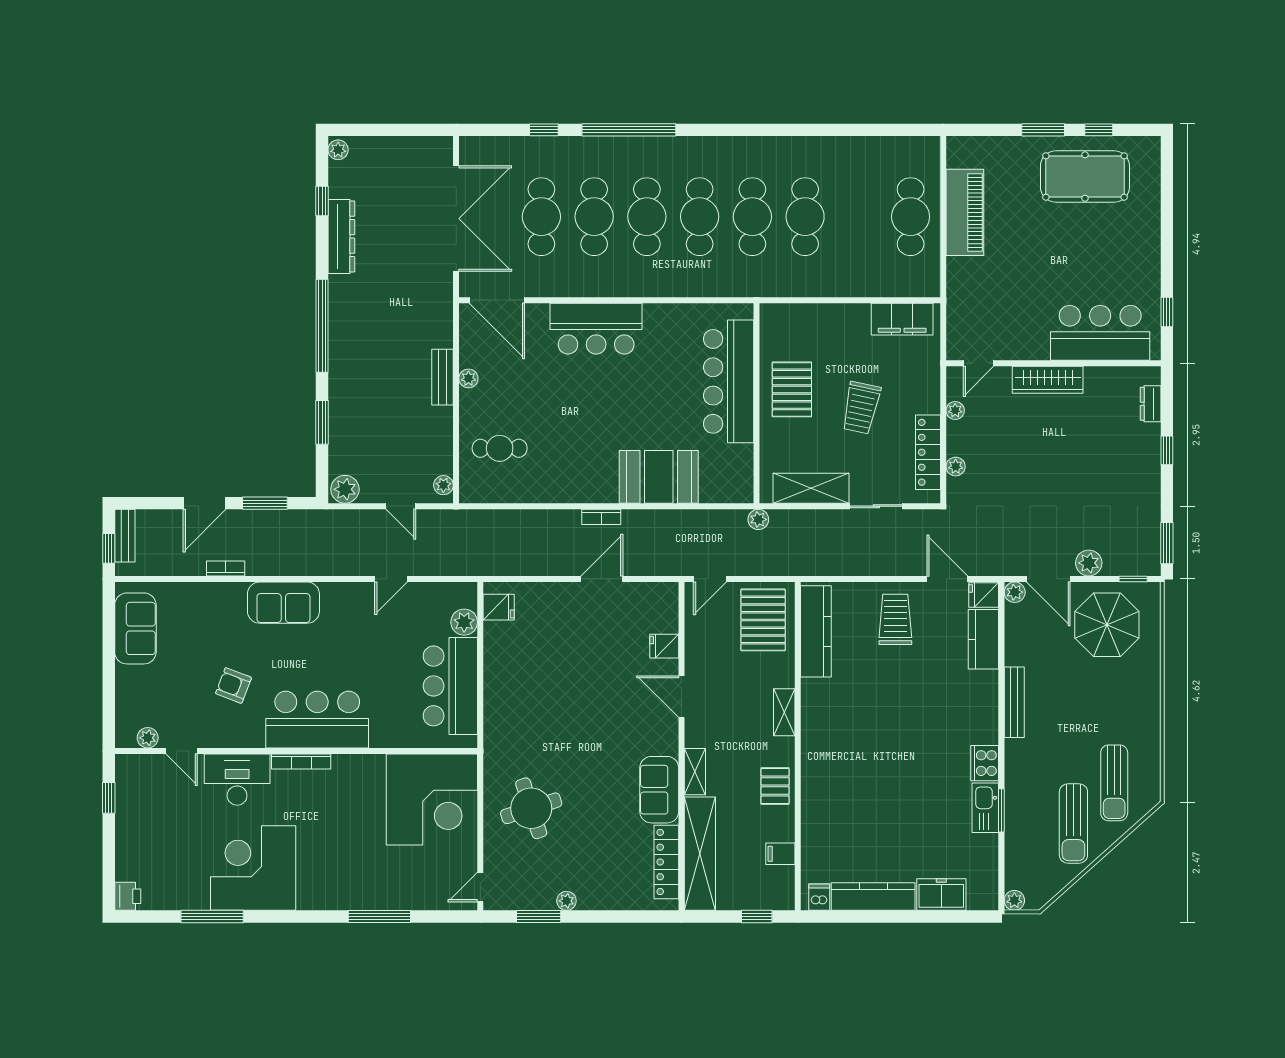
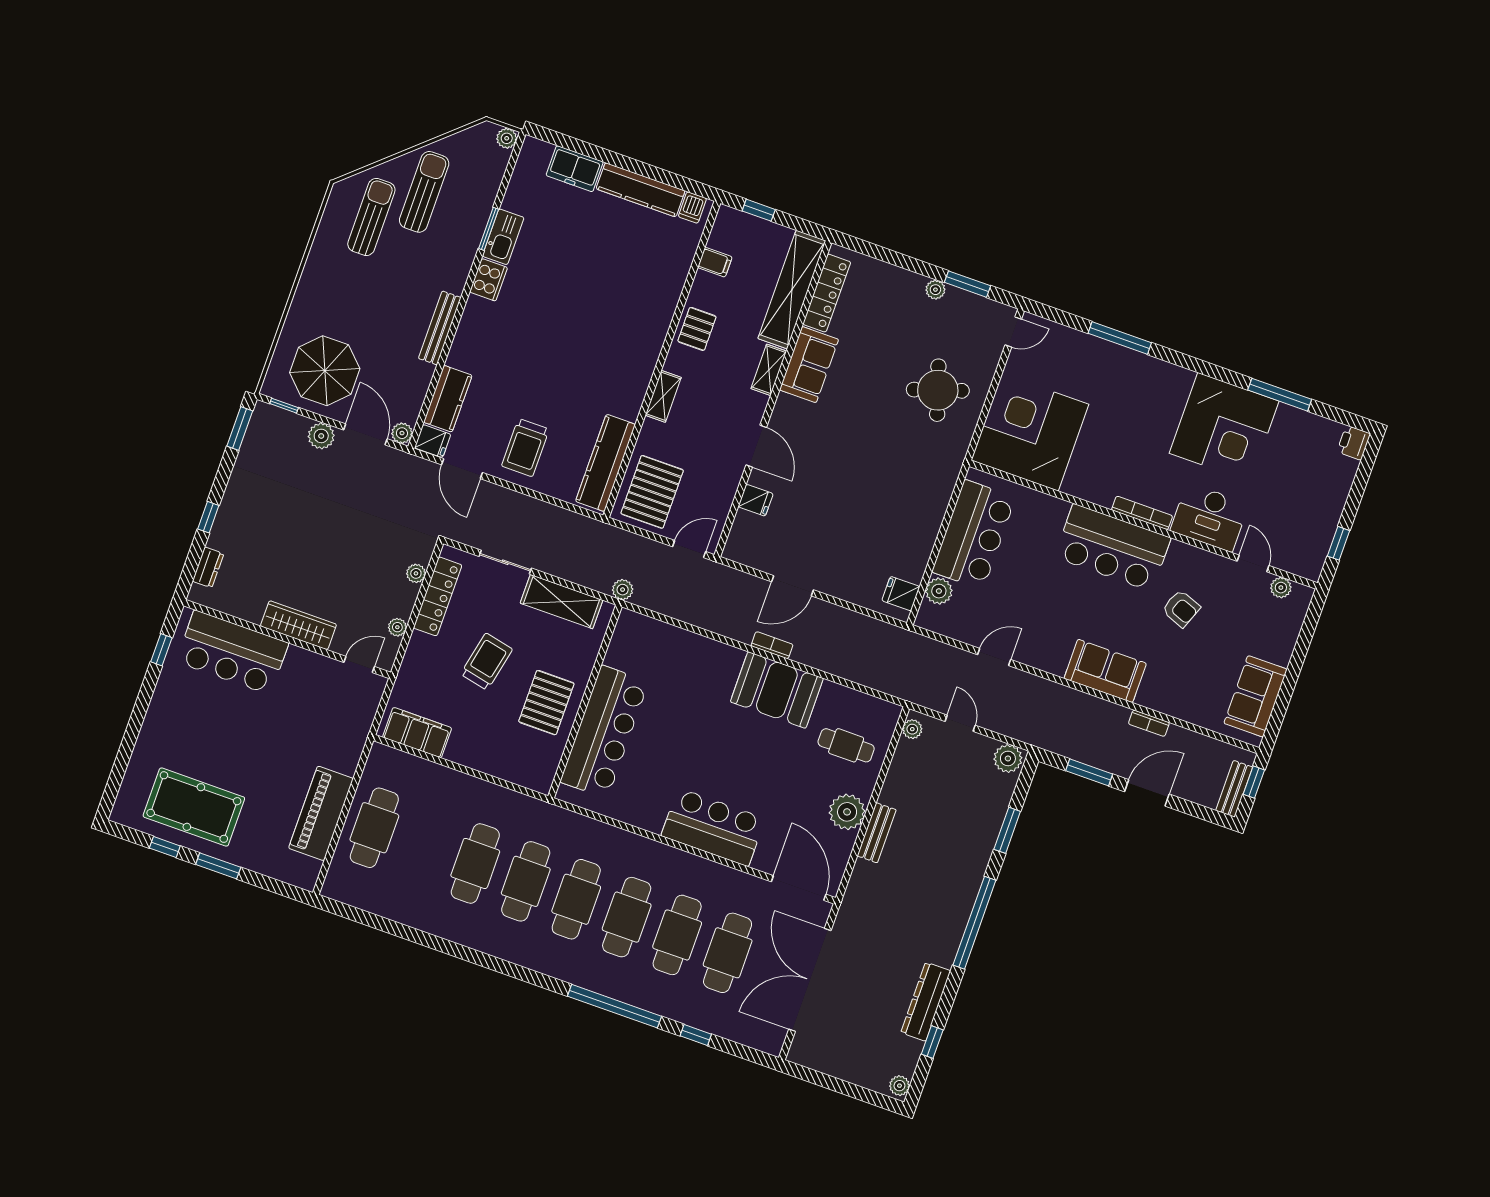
plant: (468, 378) -> (847, 812), width x1.87, depth x1.87
booth: (659, 477) -> (777, 690), moved

